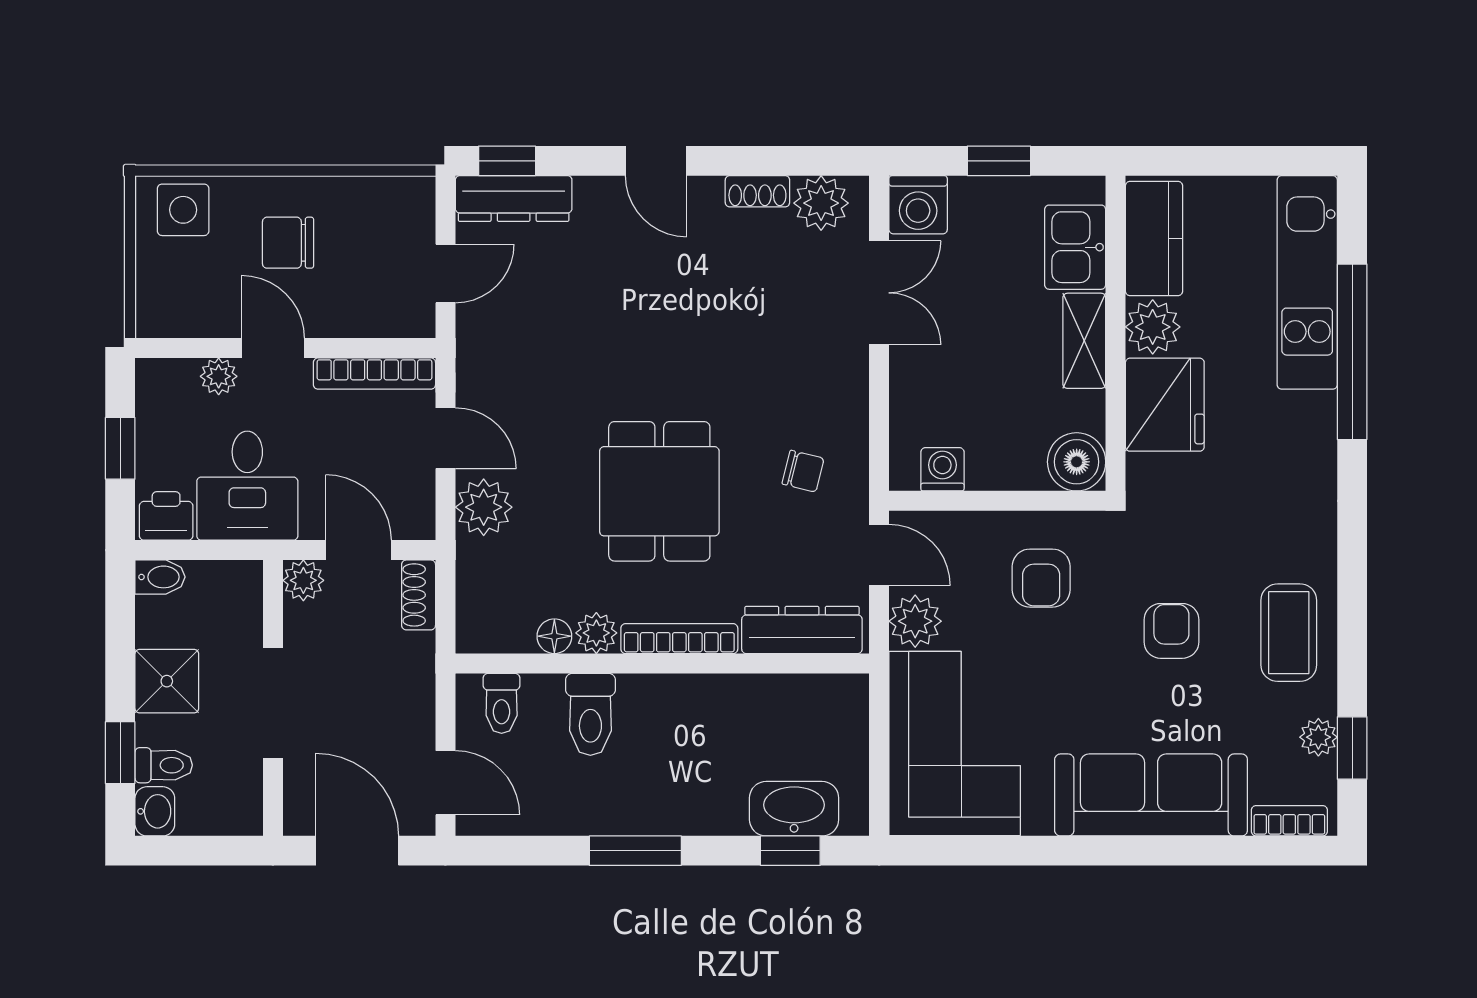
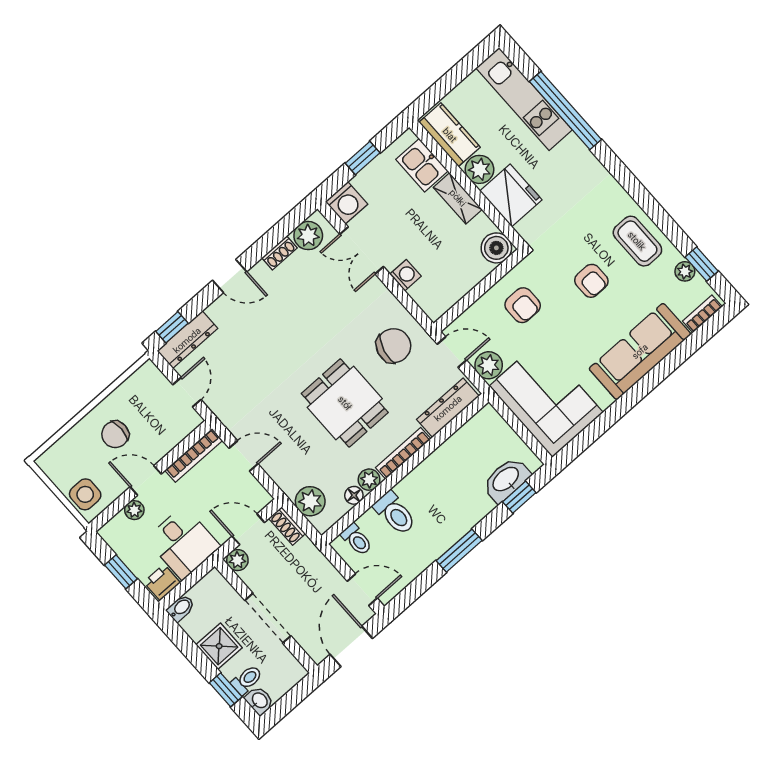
side table: (183, 210) -> (85, 494), moved
double door: (879, 293) -> (362, 250), swing flipped
washing machine: (942, 469) -> (405, 275), moved, turned 90
chair: (803, 471) -> (394, 346), width x1.87, depth x1.87
plant: (484, 507) -> (310, 501), moved
armchair: (1171, 631) -> (591, 281), turned 180
door: (357, 851) -> (351, 646), hinge flipped

